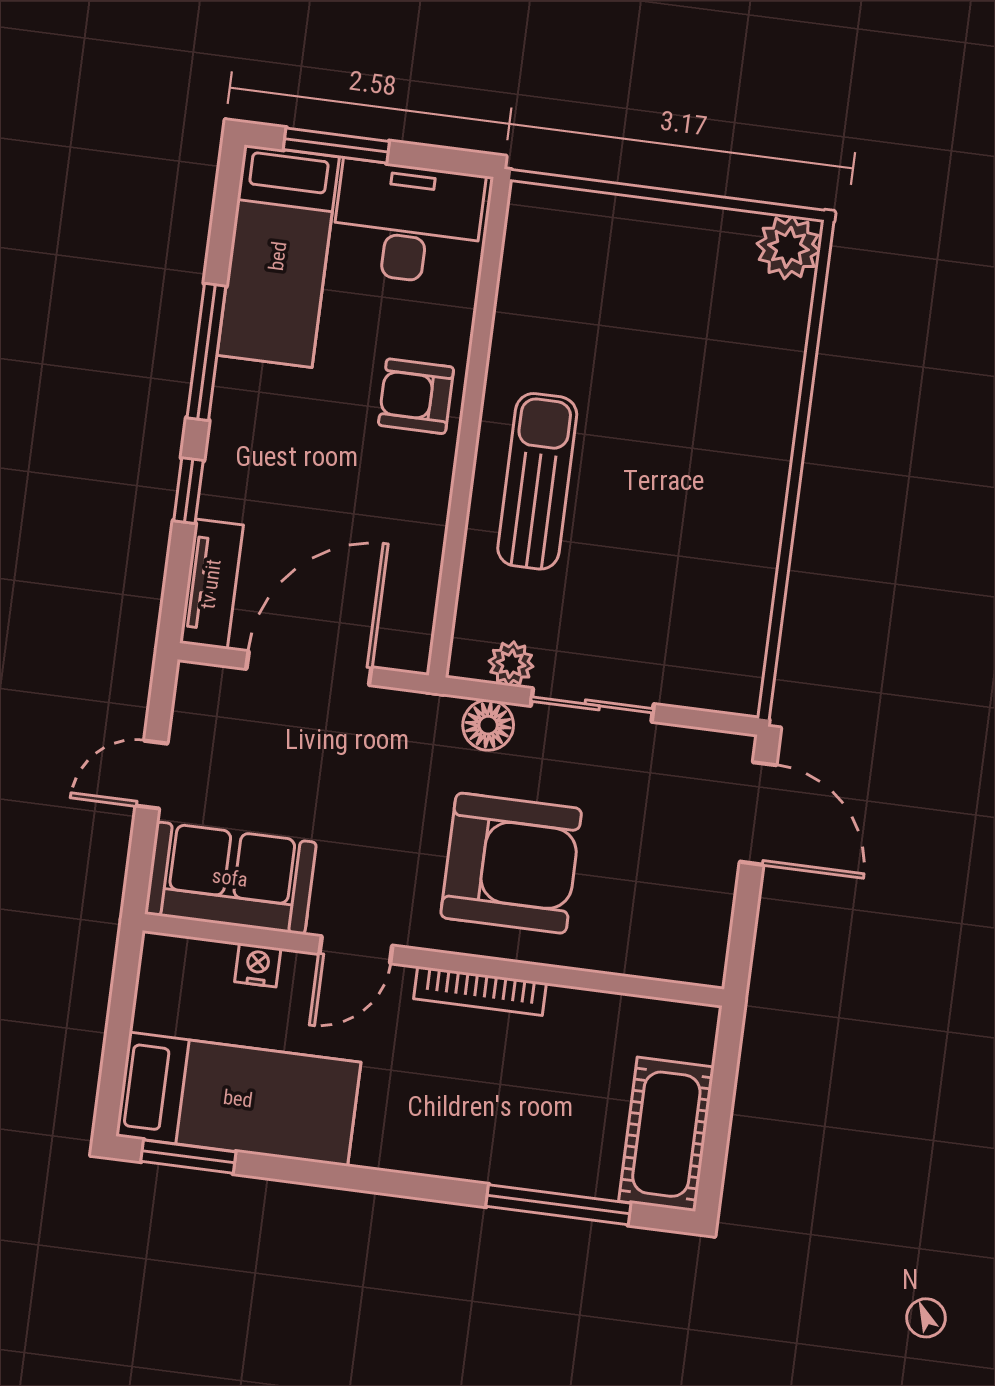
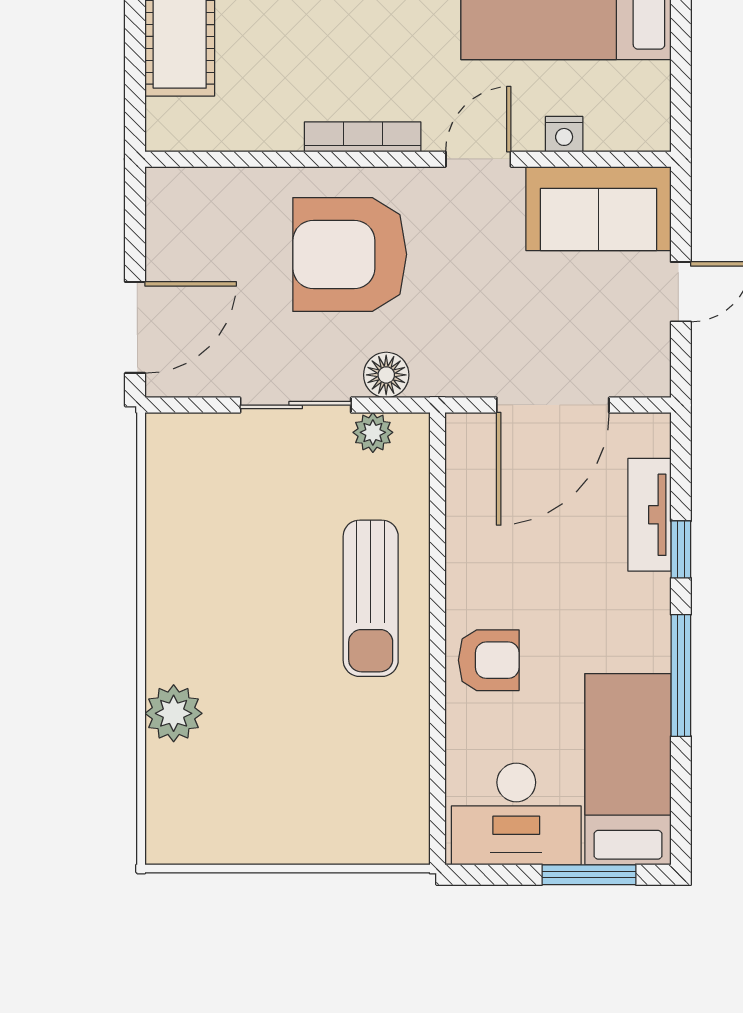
plant: (788, 247) -> (174, 713), moved
tv unit: (211, 584) -> (650, 515), moved
door: (758, 813) -> (135, 327), swing flipped

